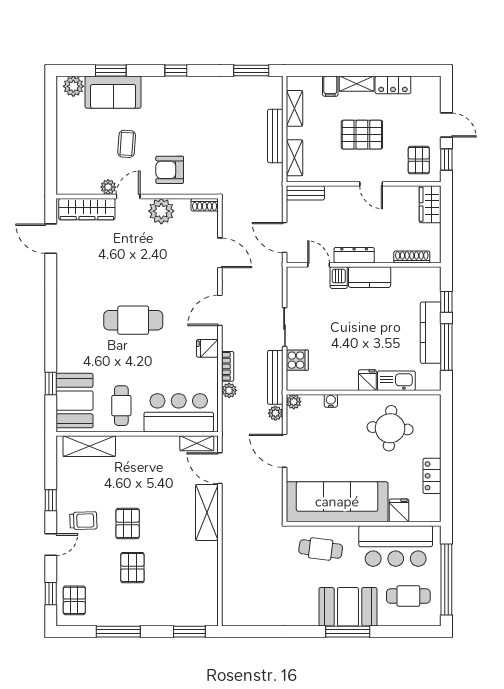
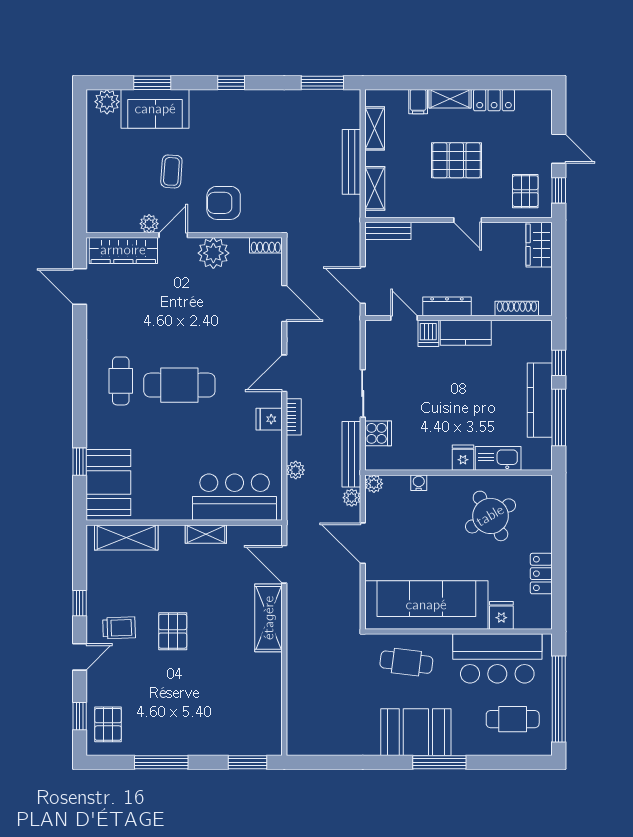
bookcase: (228, 366) -> (294, 417), moved
cafe table: (121, 406) -> (121, 381), moved
round table: (390, 428) -> (490, 516), turned -34
shelving: (197, 443) -> (206, 534), moved
pallet: (132, 568) -> (179, 685), removed
booth: (348, 607) -> (416, 732), moved

